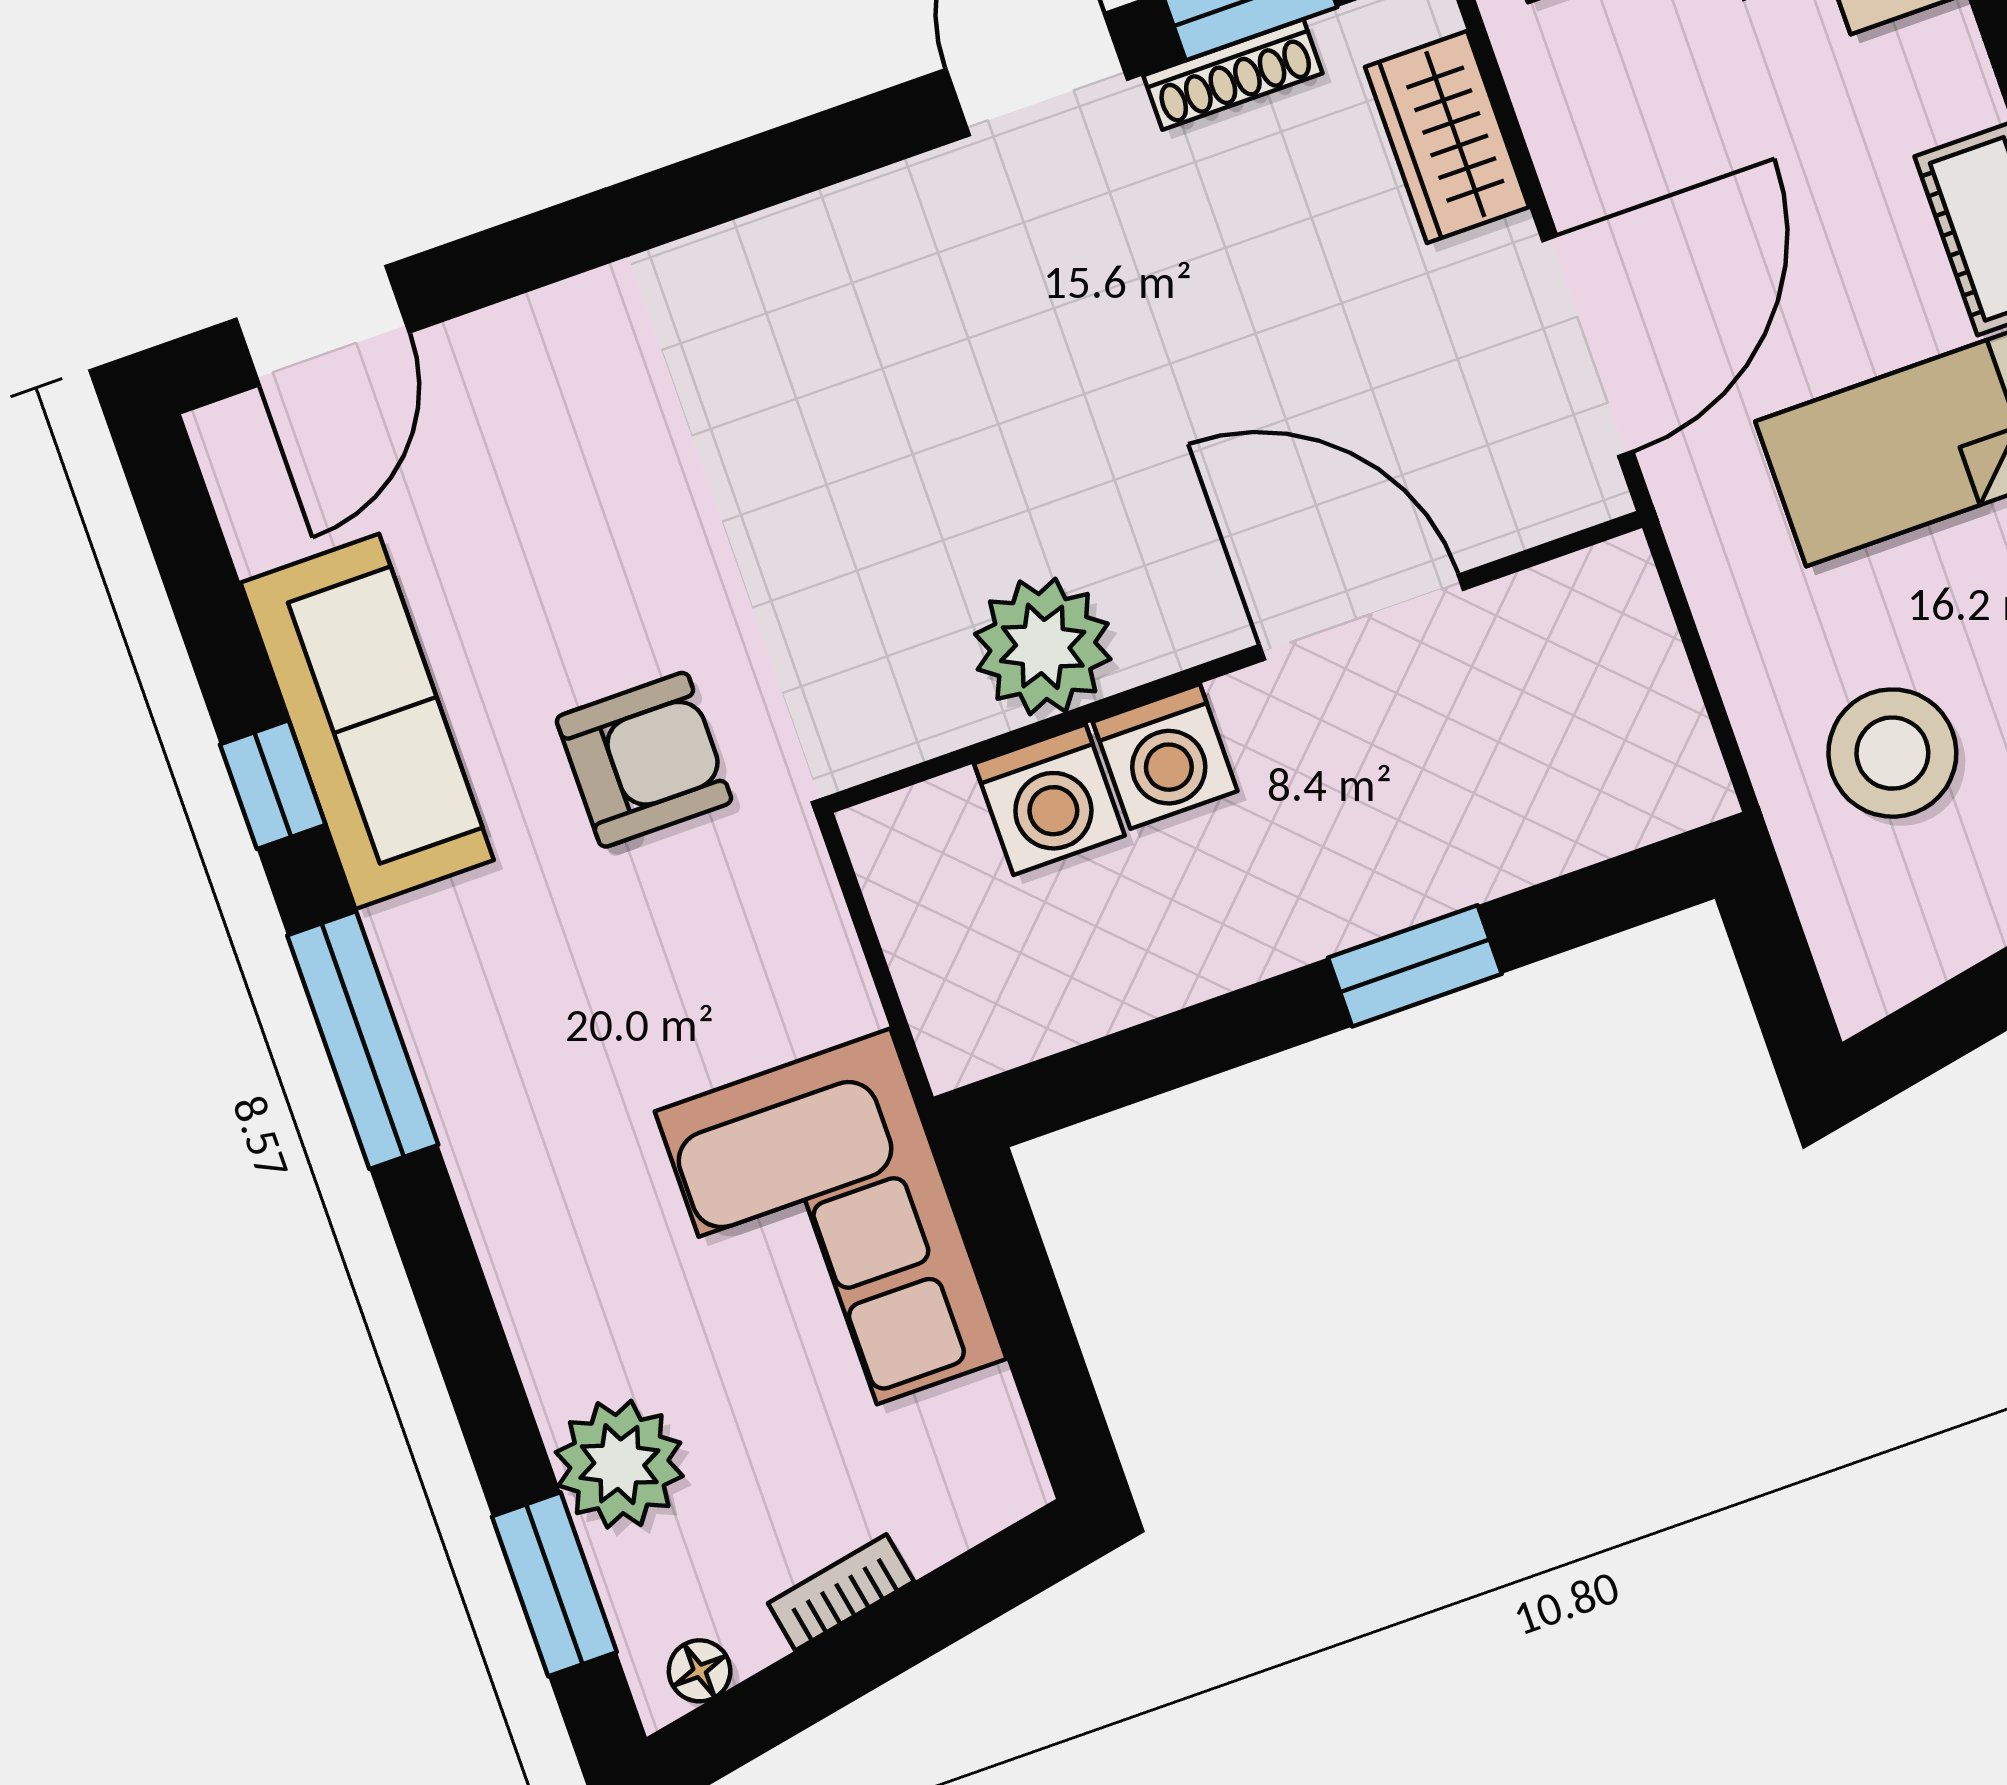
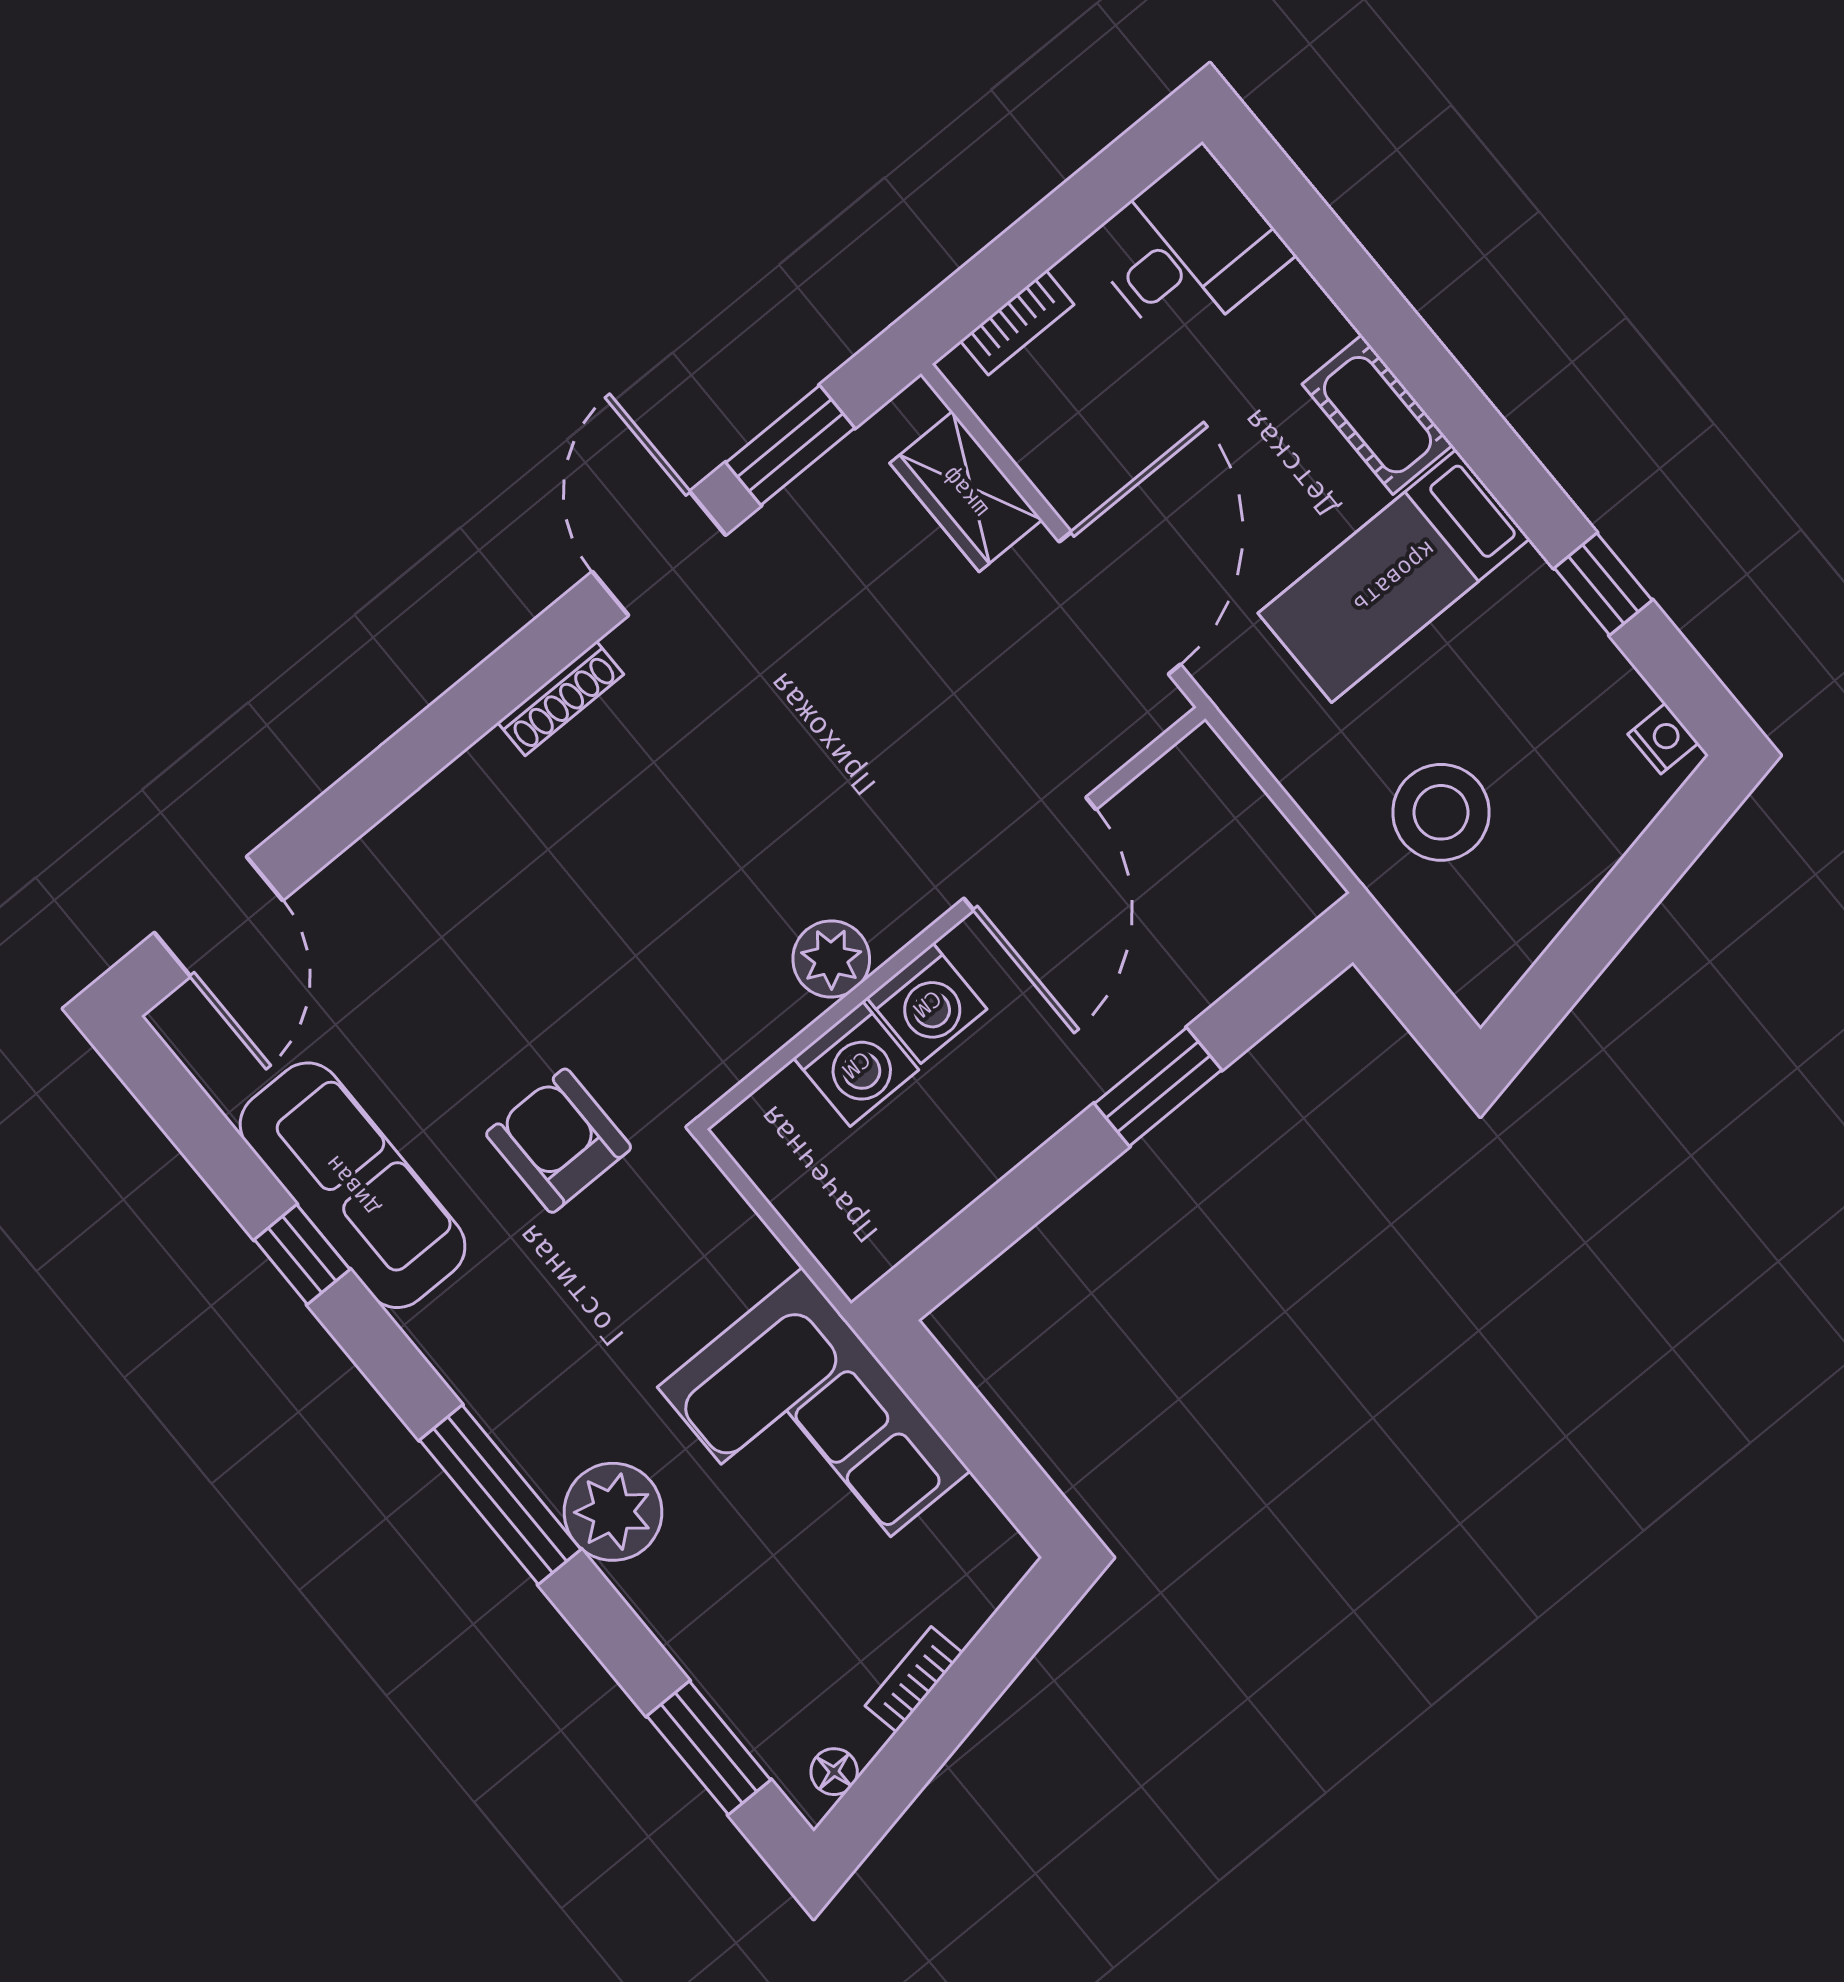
shoe rack: (1233, 74) -> (561, 698), moved
door: (1361, 617) -> (1030, 854), swing flipped
plant: (1043, 646) -> (831, 959), width x0.73, depth x0.73
armchair: (644, 760) -> (559, 1141), turned -90
window: (363, 1040) -> (500, 1495), moved
plant: (619, 1464) -> (613, 1512), moved

